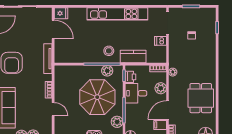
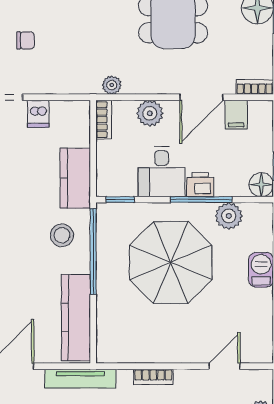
kitchen counter: (74, 57) -> (76, 318), added
plant: (107, 71) -> (109, 239), removed
printer: (130, 77) -> (200, 185), moved
door: (53, 109) -> (224, 366), moved
door: (168, 110) -> (201, 97), hinge flipped

